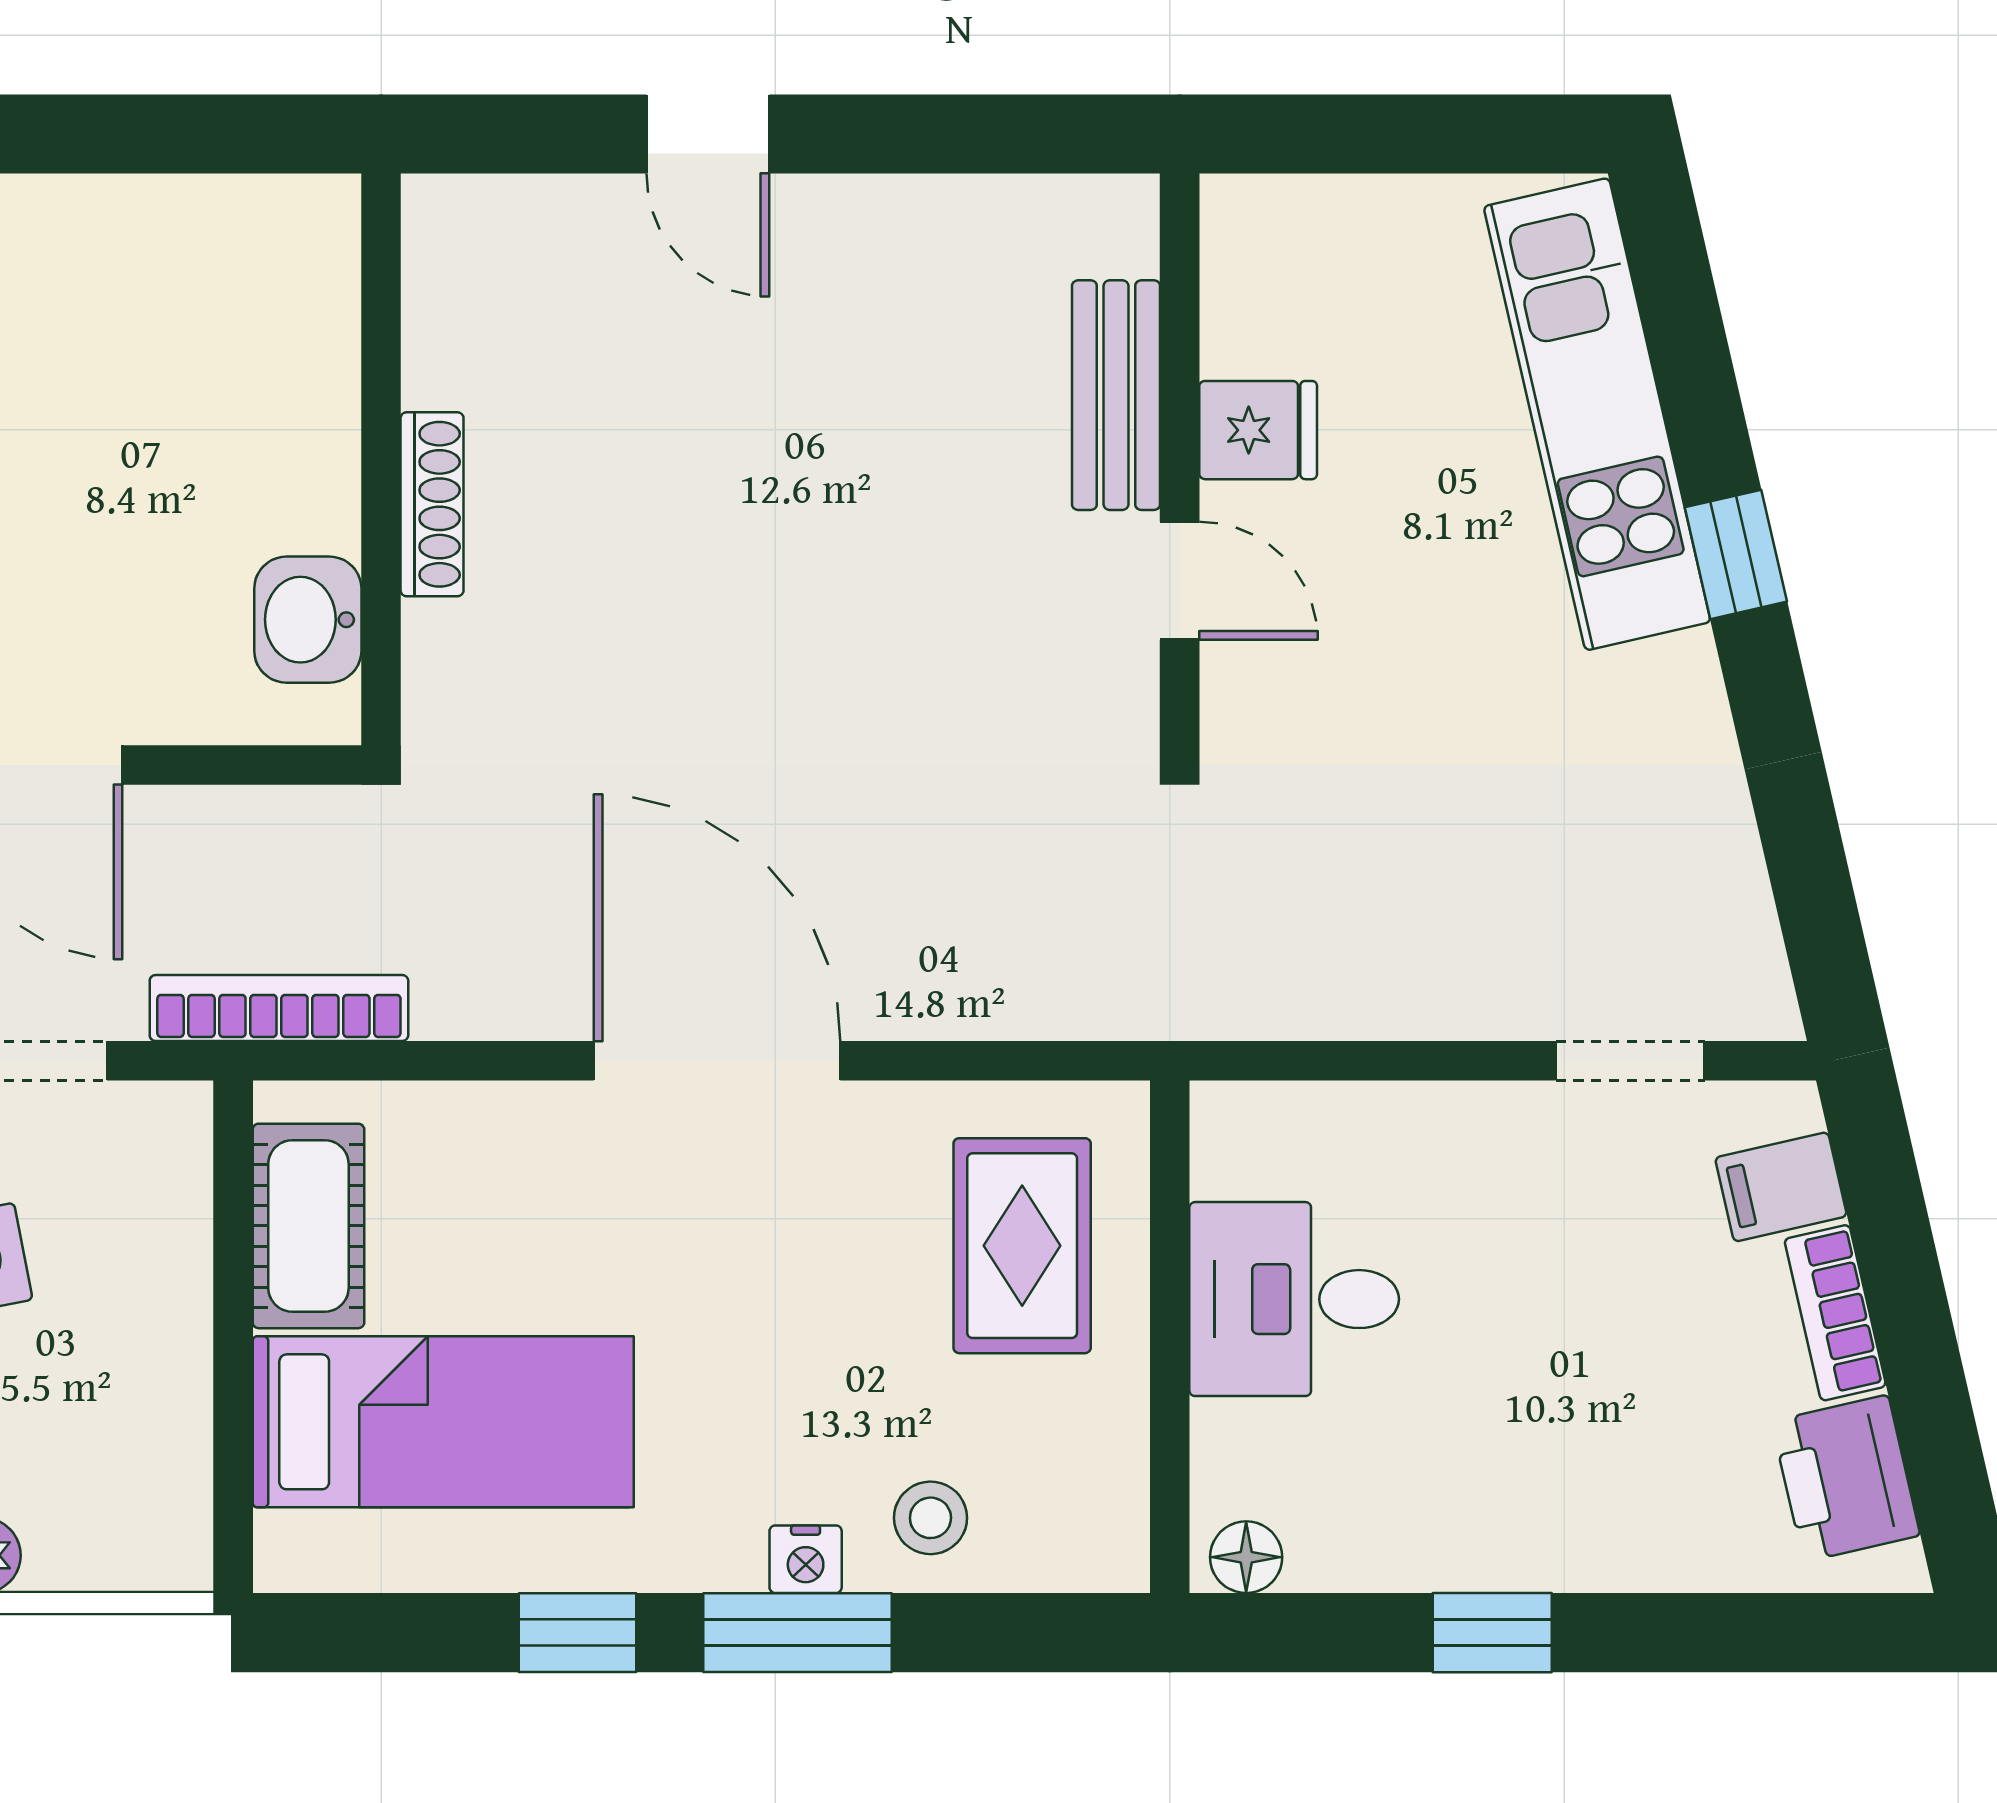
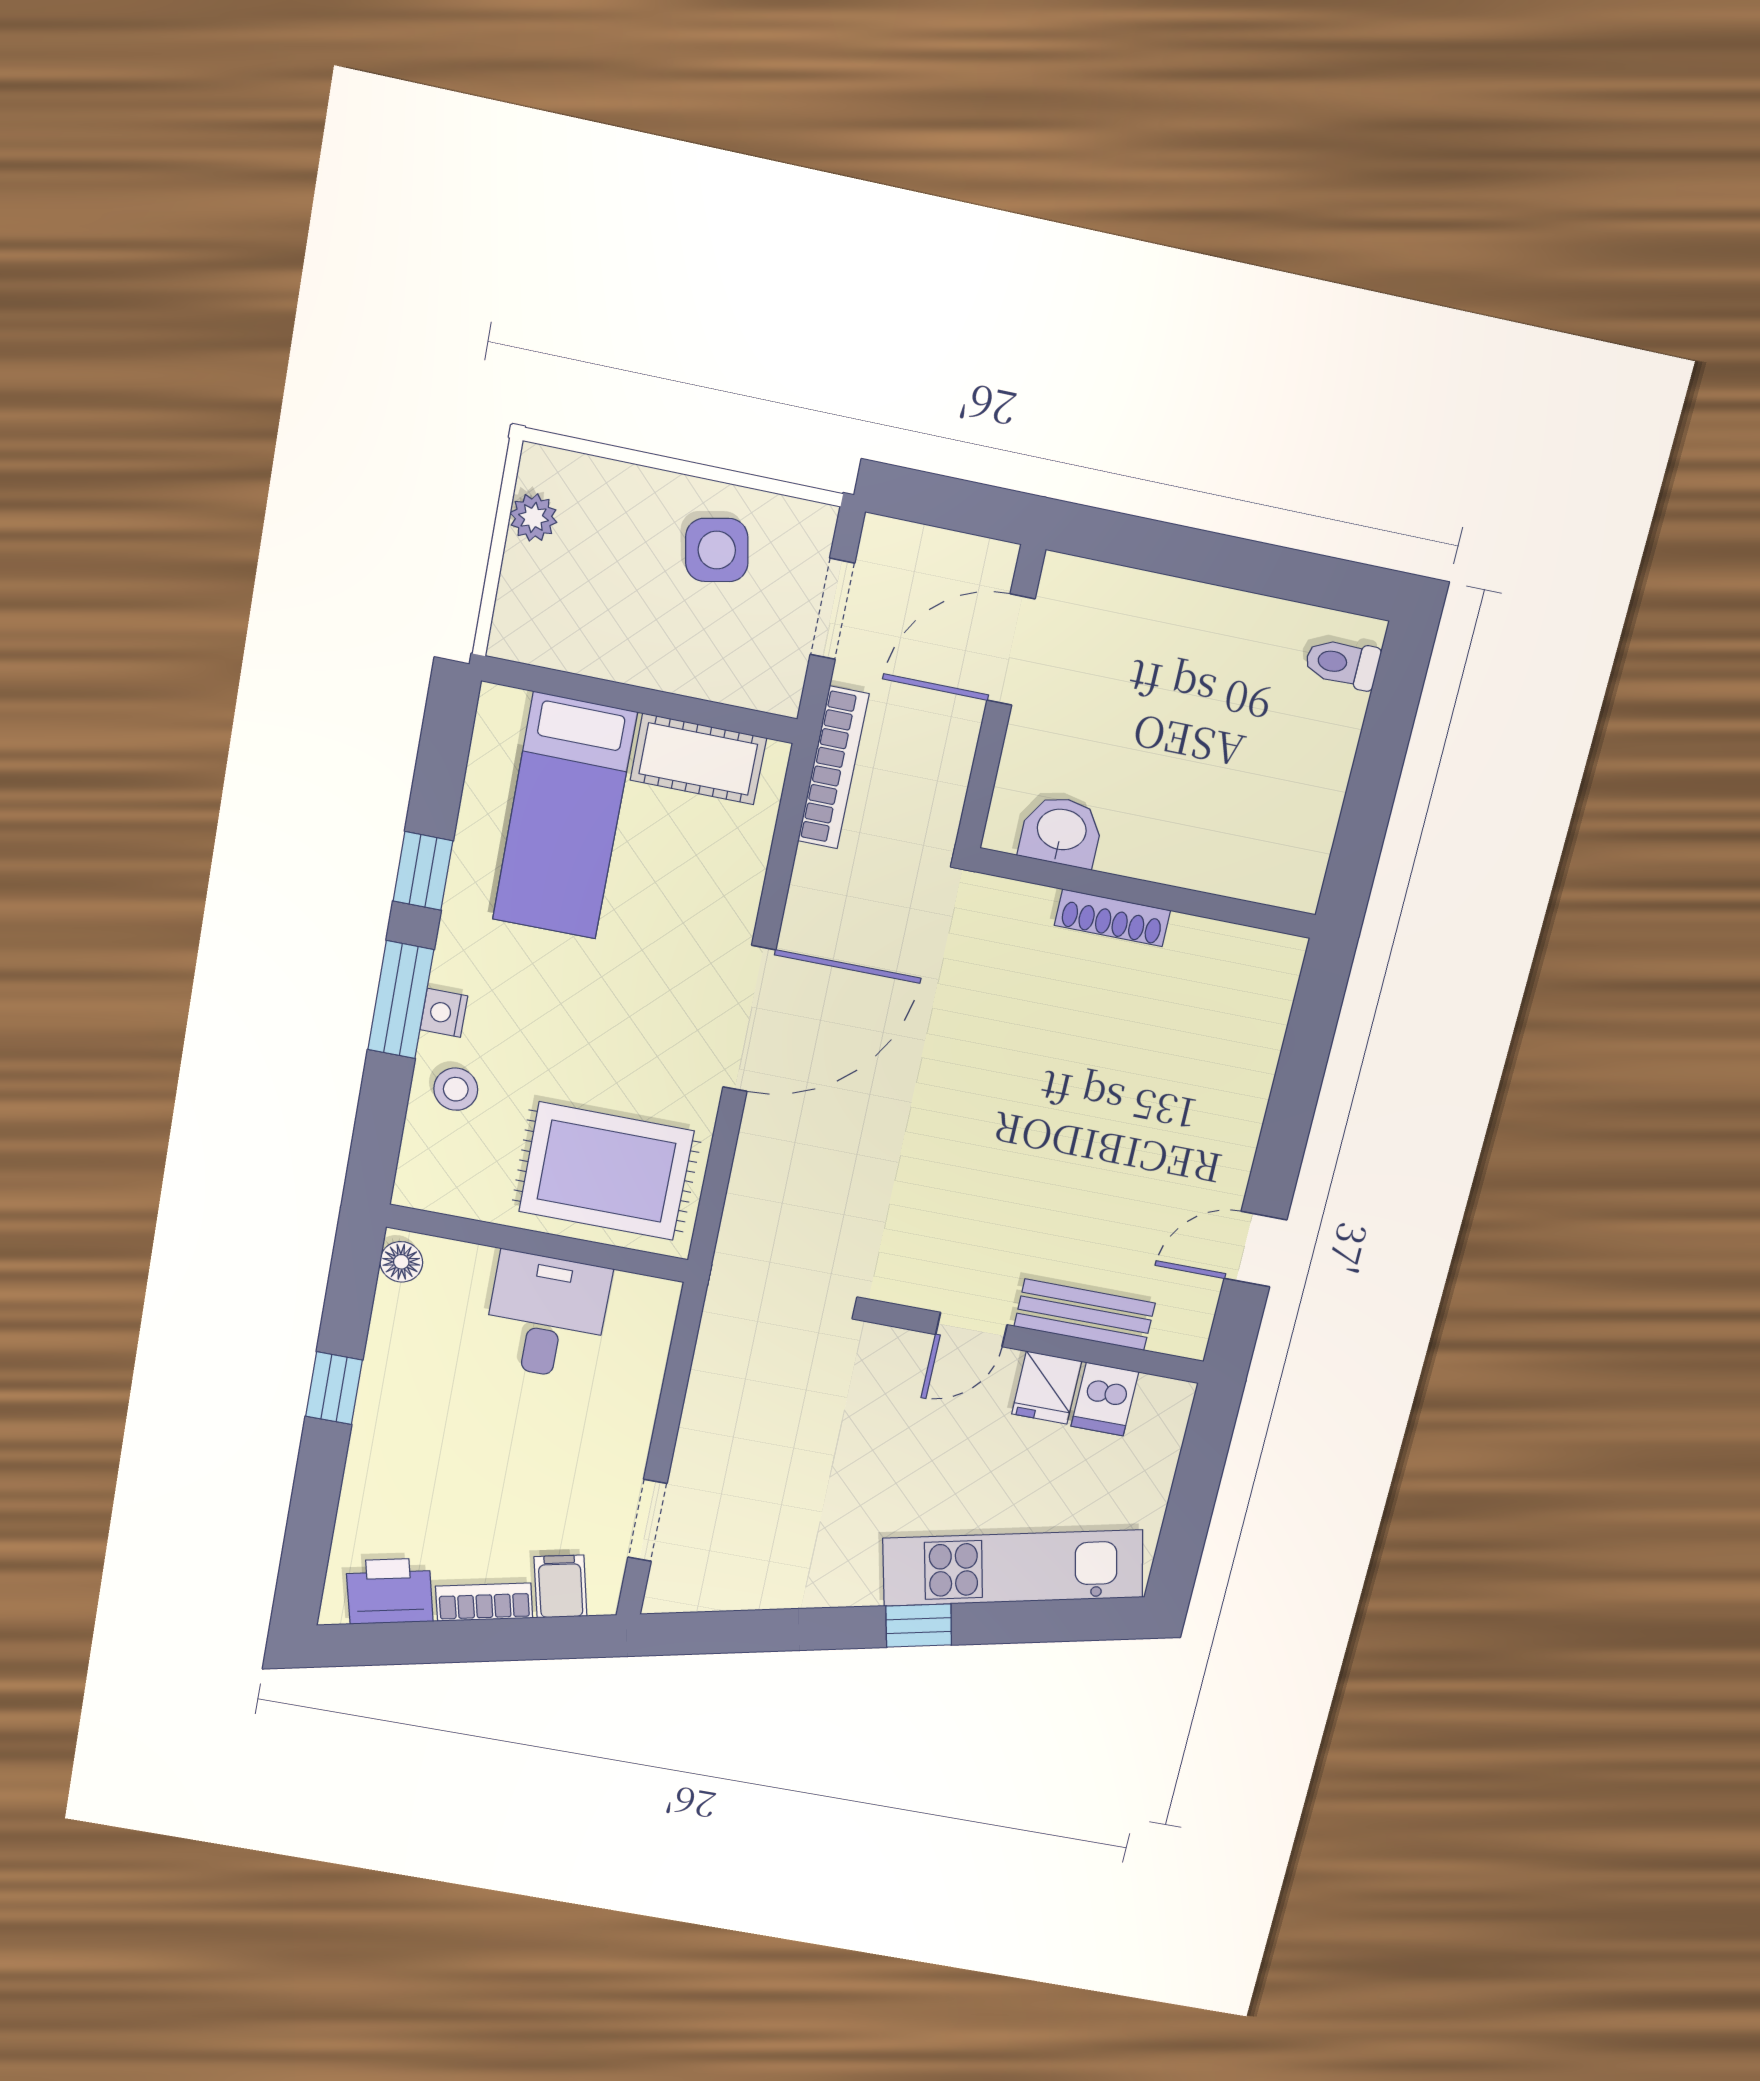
door: (708, 134) -> (1255, 1249), moved
dishwasher: (1259, 326) -> (1105, 1399), added
rug: (1022, 1246) -> (606, 1171), width x1.36, depth x1.43

